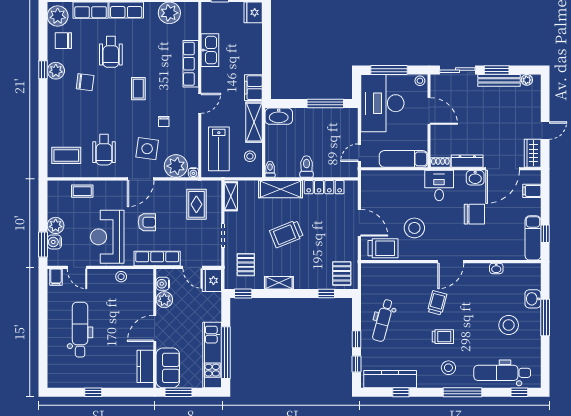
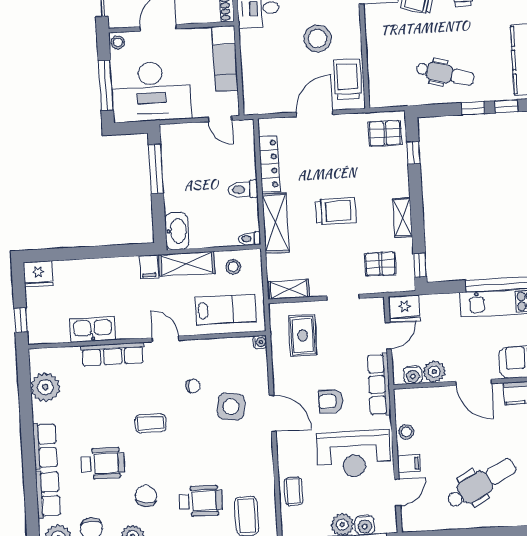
filing cabinet: (253, 88) -> (149, 267), width x0.50
wheelchair: (104, 150) -> (201, 501), moved
plant: (176, 166) -> (252, 366), removed
rug: (196, 204) -> (303, 335), turned 90
armchair: (147, 222) -> (331, 401), turned -90
trolley: (286, 234) -> (336, 211), turned -68
filing cabinet: (56, 277) -> (409, 464), moved
dental chair: (80, 330) -> (481, 483), turned 152

